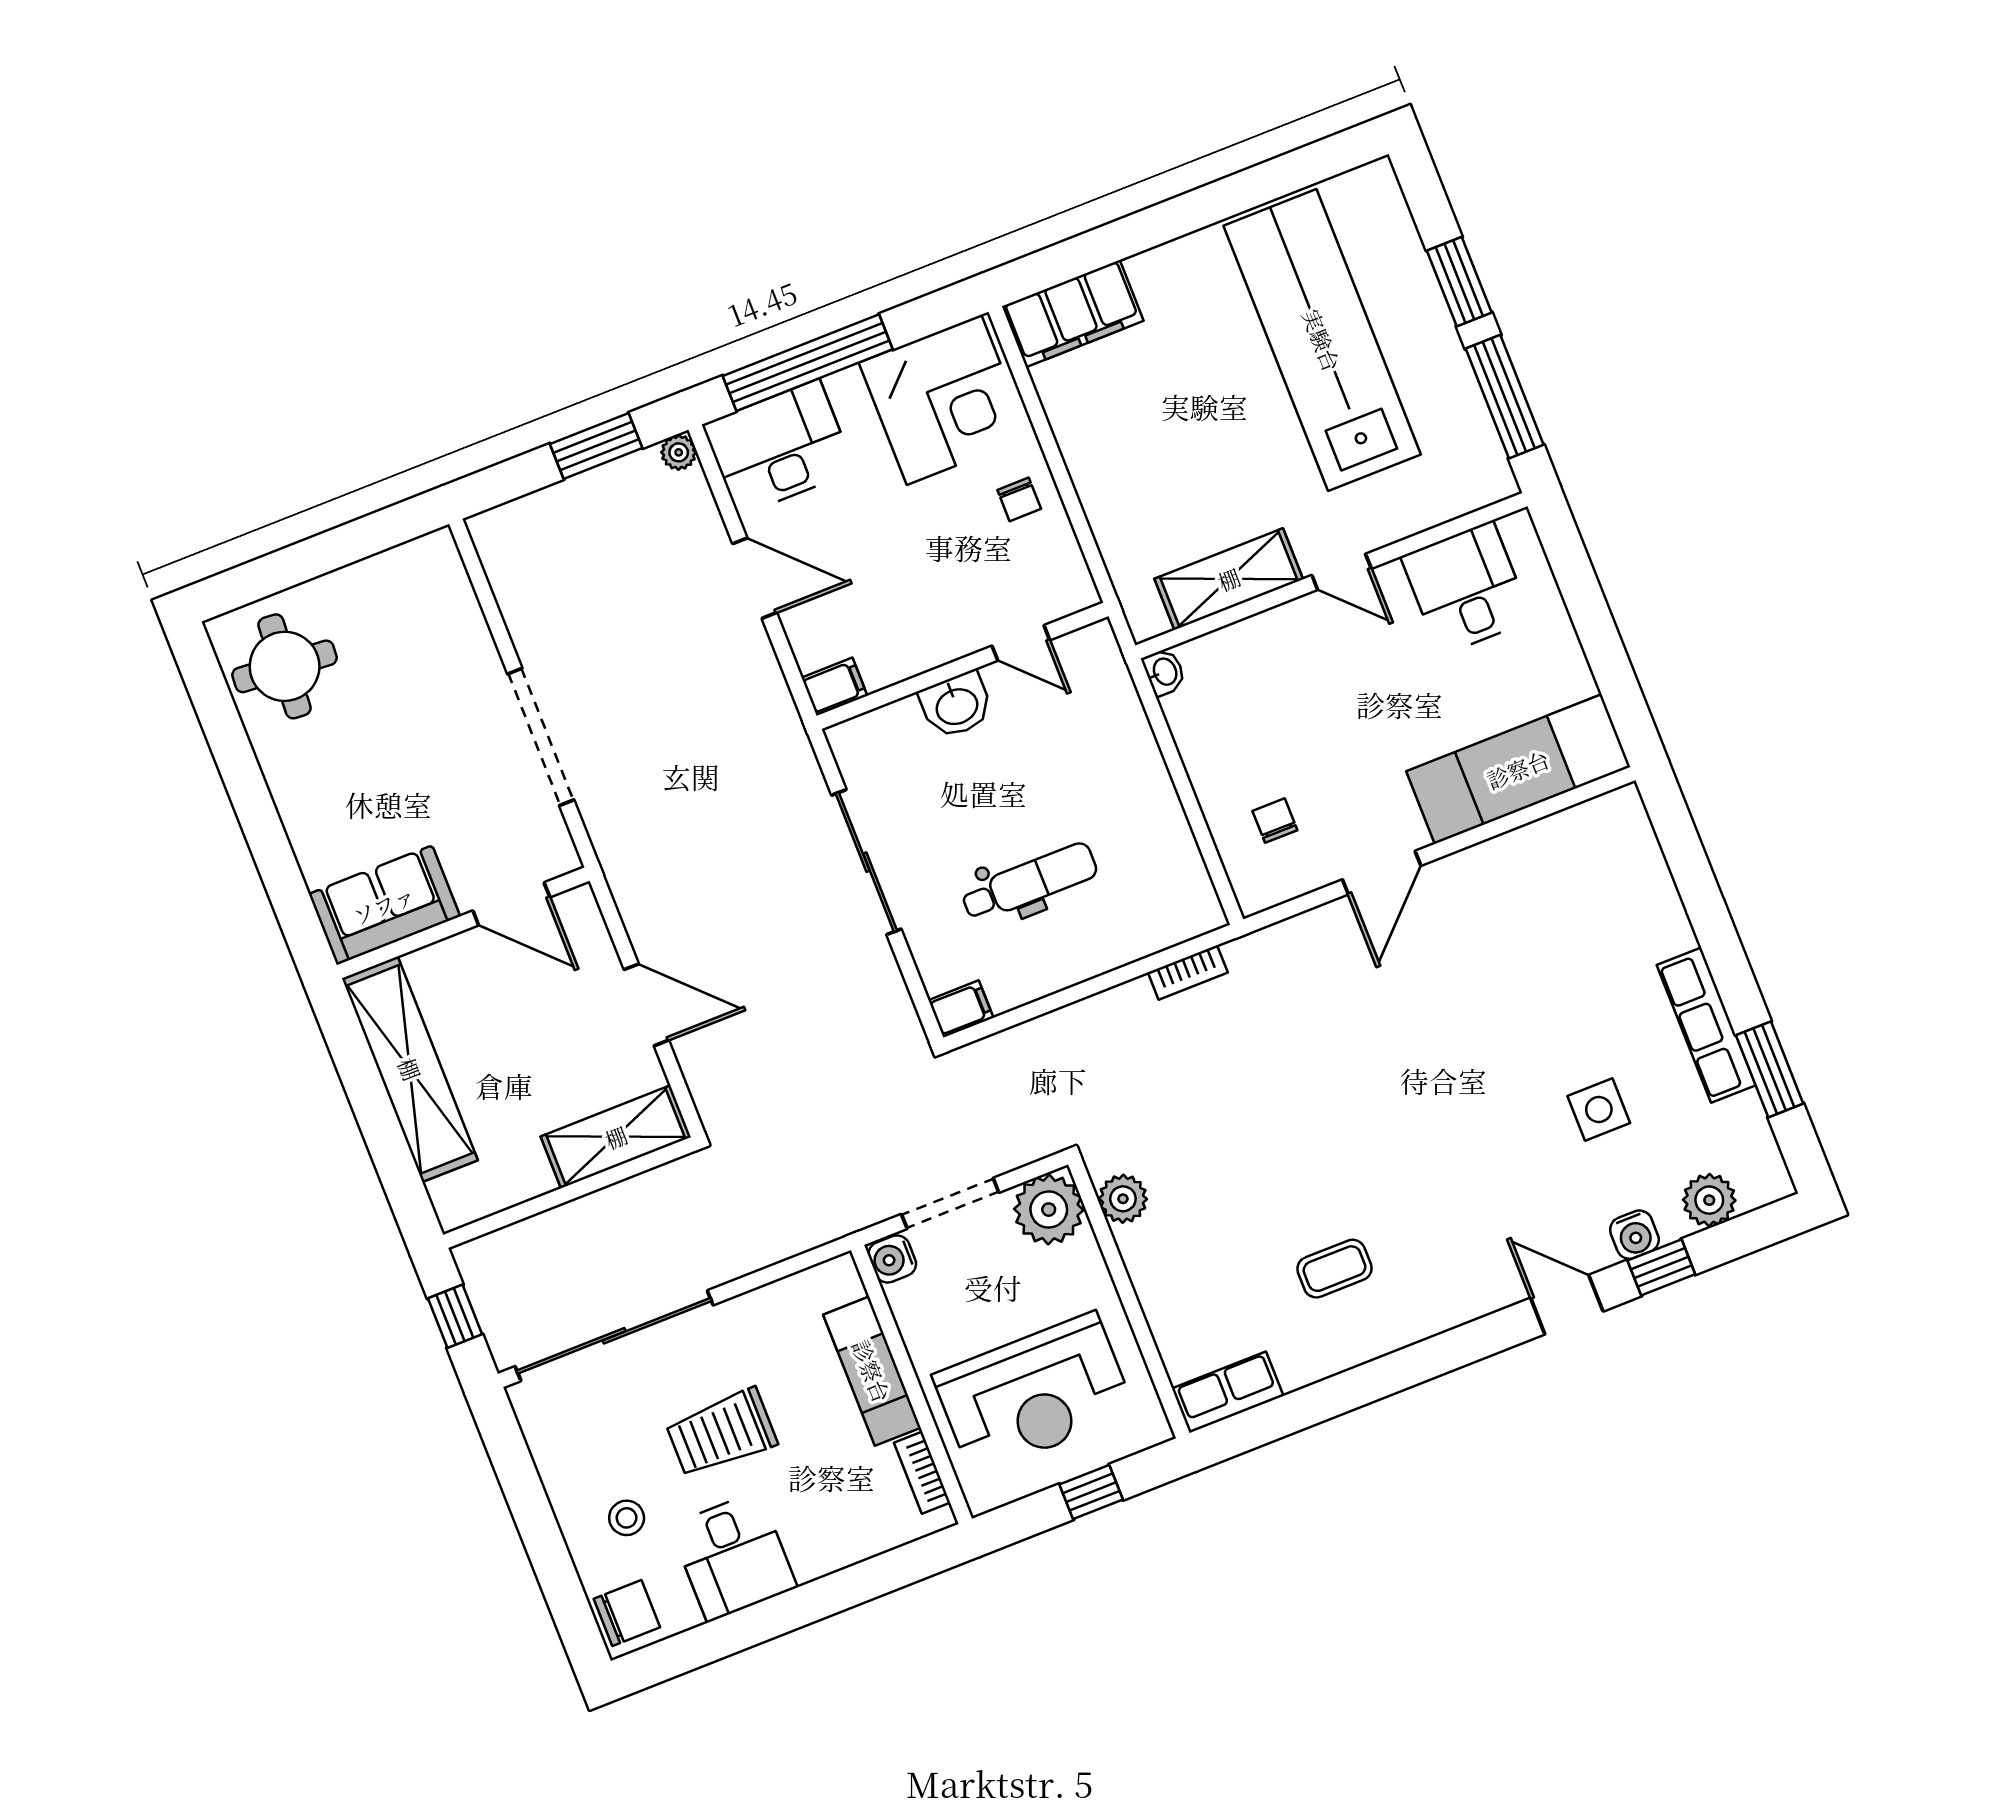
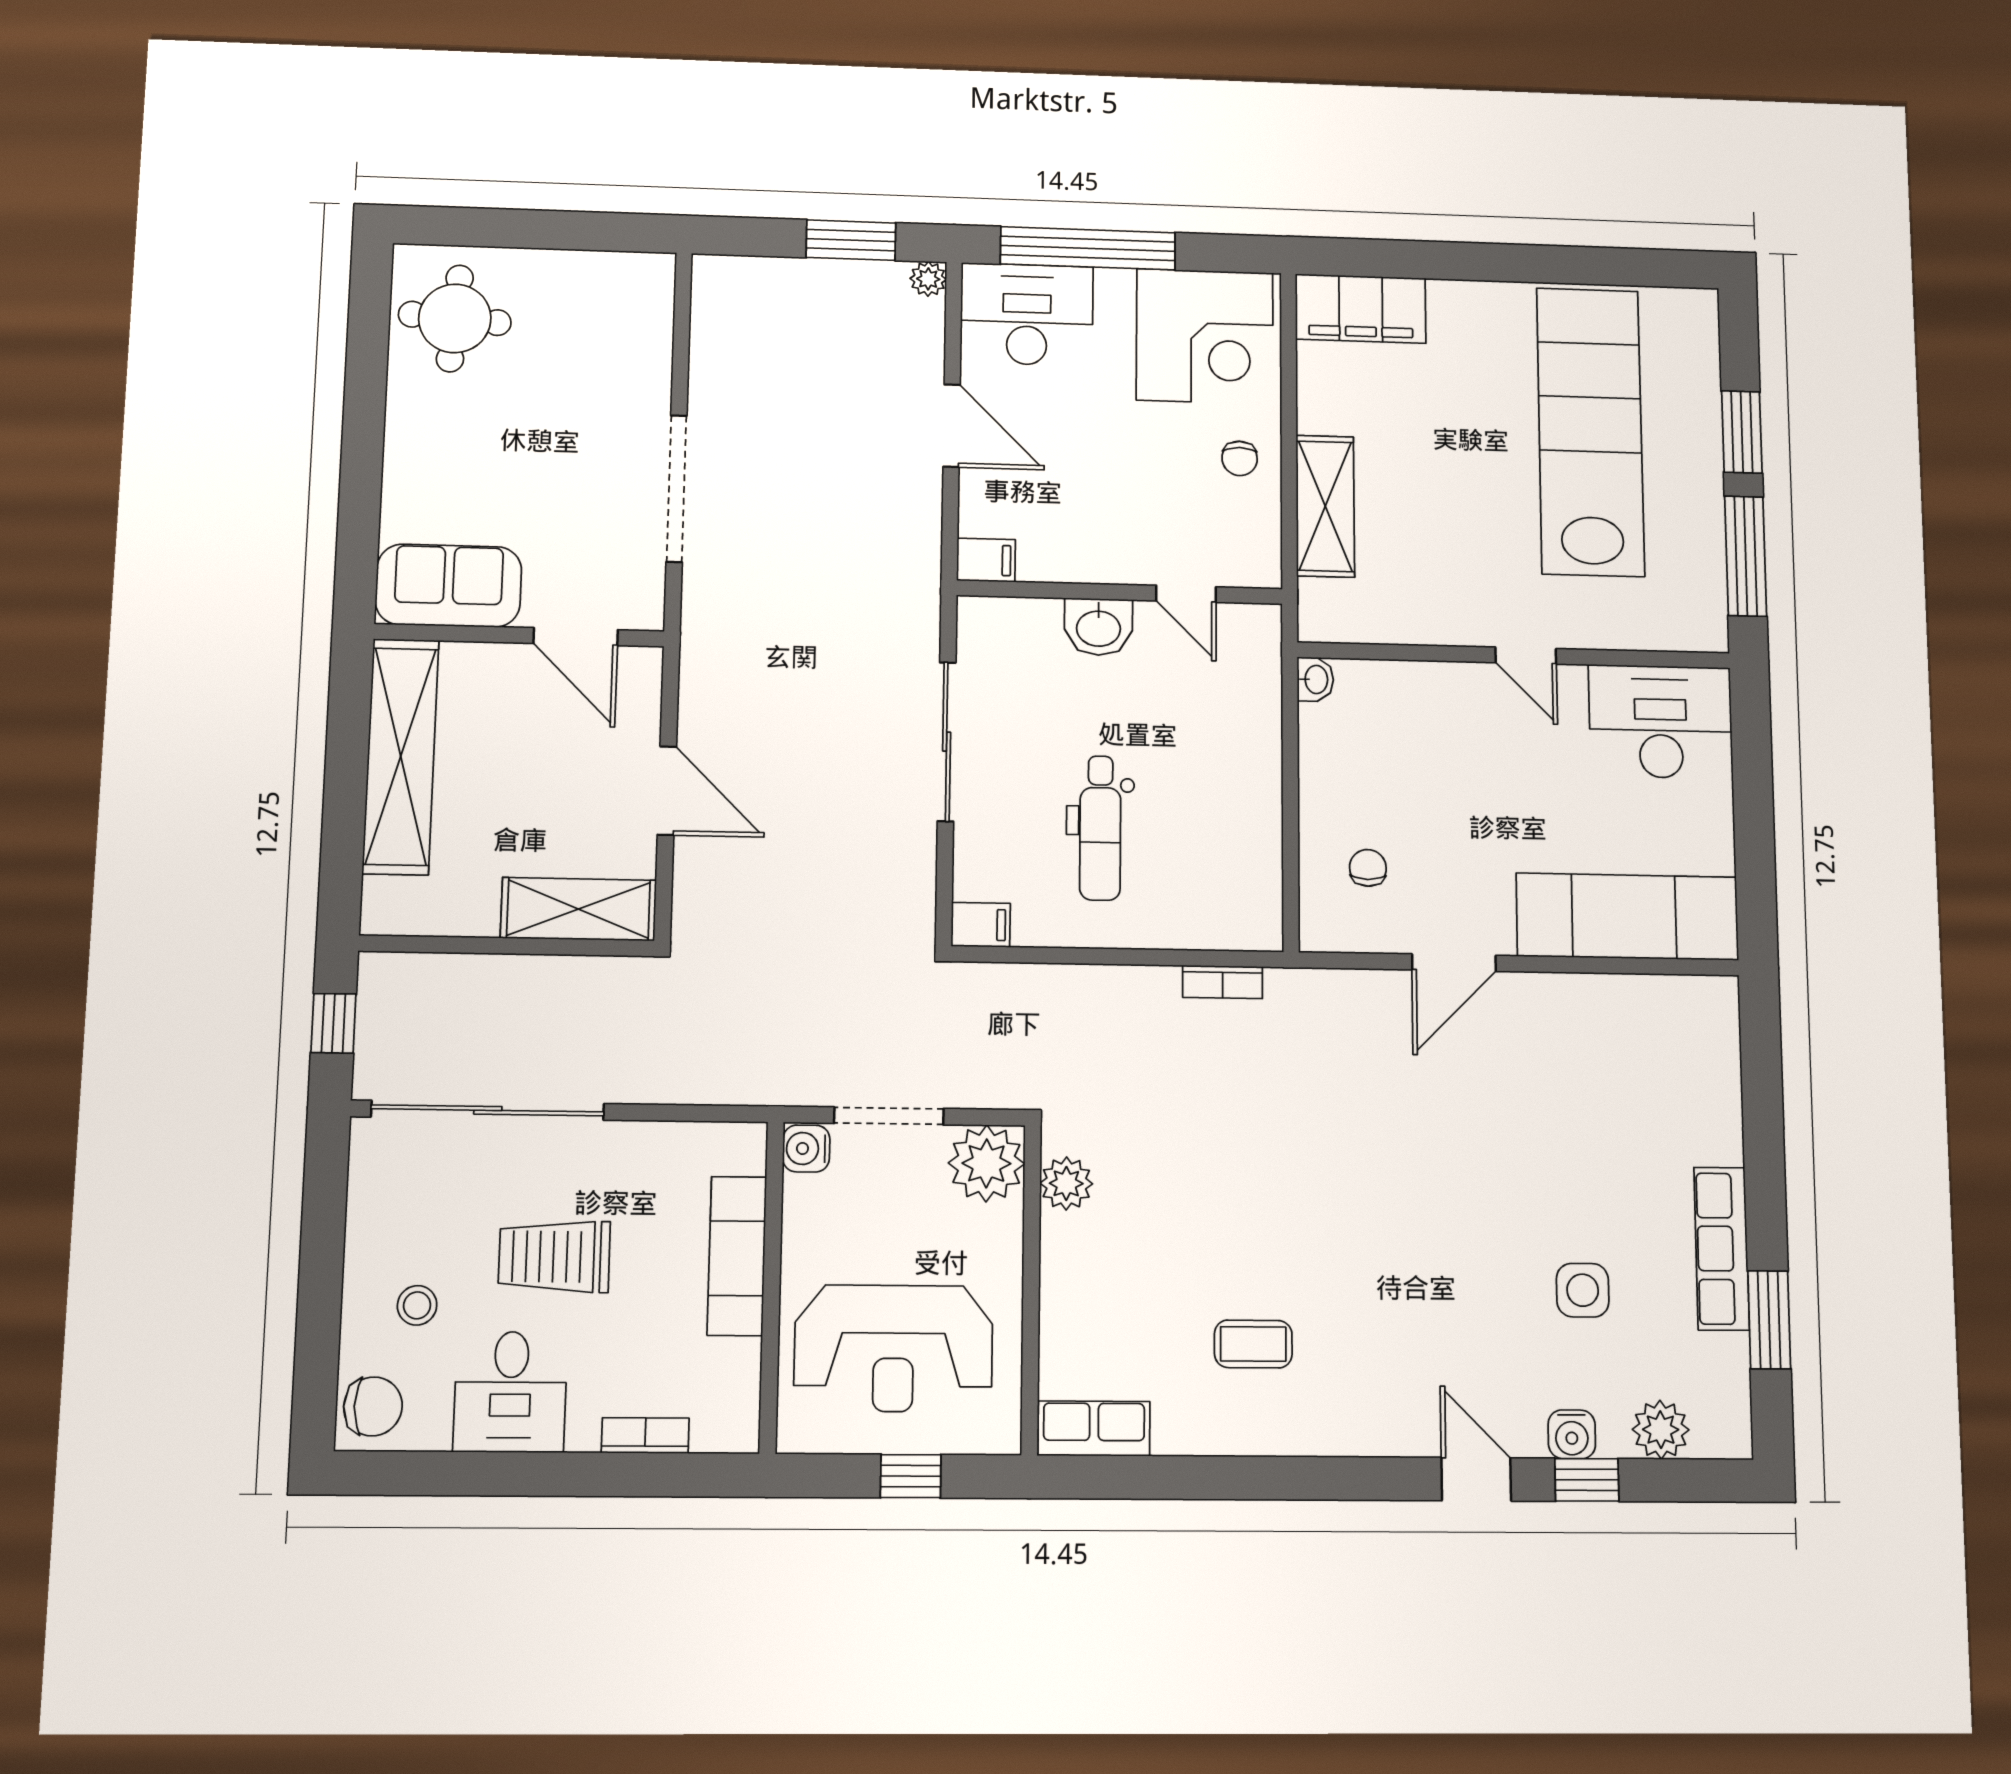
shelving: (1229, 579) -> (1325, 506), moved, turned 90
desk: (1466, 588) -> (1661, 722), width x1.37
dental chair: (1029, 882) -> (1100, 828), turned 90
bookcase: (922, 1473) -> (645, 1435), moved, turned 90

